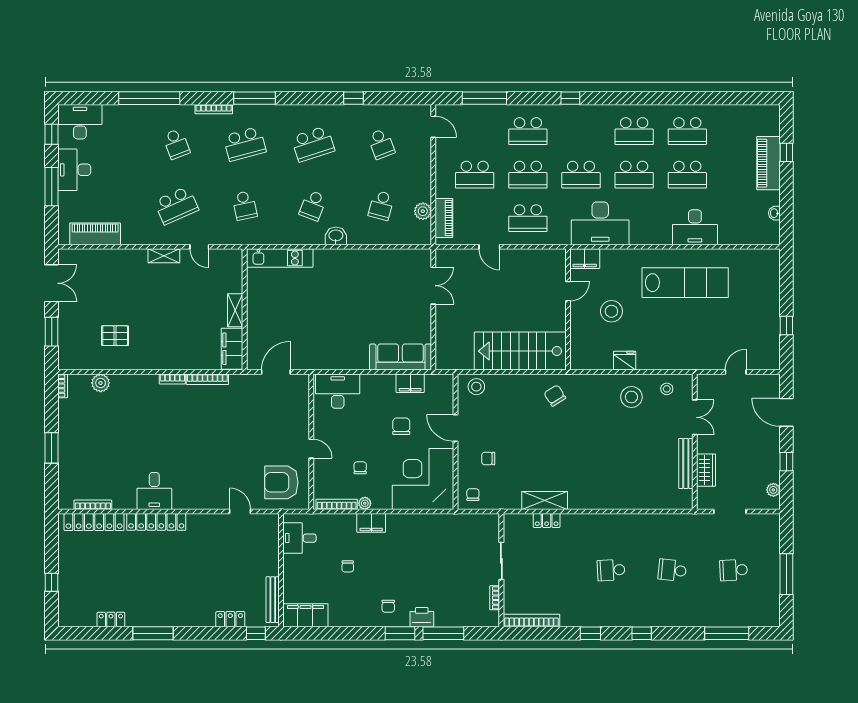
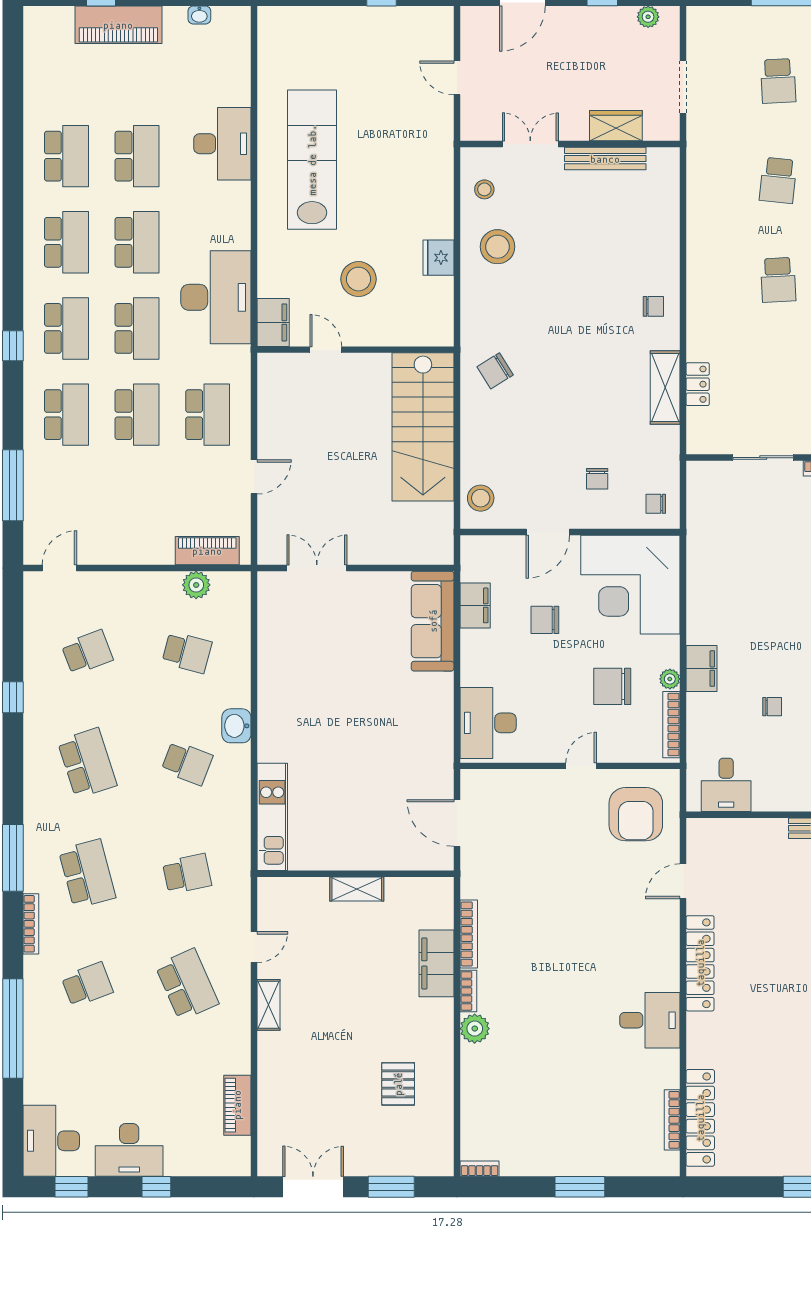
school desk: (475, 175) -> (66, 328), moved
window: (52, 187) -> (156, 1187), width x0.46
piano: (95, 234) -> (237, 1105), width x0.73, depth x0.75
filing cabinet: (232, 349) -> (436, 963), moved, turned 90
plant: (101, 383) -> (475, 1029), moved
chair: (360, 468) -> (612, 686), width x1.87, depth x1.87
chair: (595, 493) -> (653, 306), added
locker: (156, 522) -> (700, 963), moved

